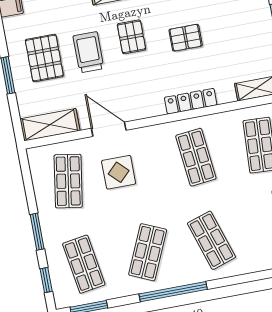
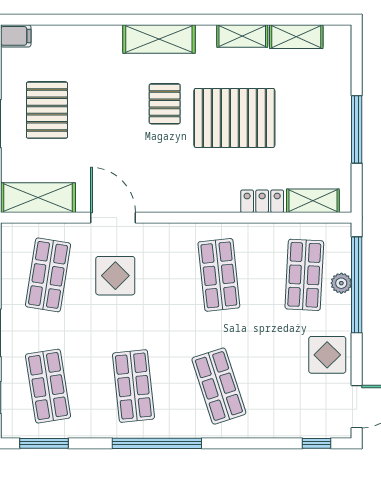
pallet: (186, 38) -> (234, 118), width x2.05, depth x2.00
trolley: (88, 52) -> (105, 113), removed
locker: (191, 101) -> (262, 201), moved, width x0.66
shop shelf: (148, 252) -> (133, 386), turned -30

